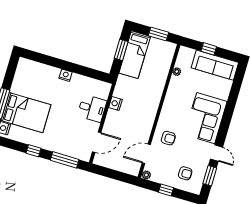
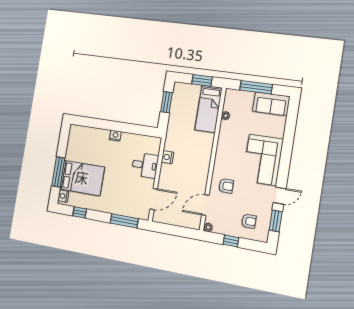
window: (209, 49) -> (256, 87), width x2.17
bed: (135, 55) -> (209, 109), moved
sofa: (215, 65) -> (271, 104), width x0.73
window: (34, 151) -> (80, 212), moved
door: (216, 153) -> (280, 196), hinge flipped

